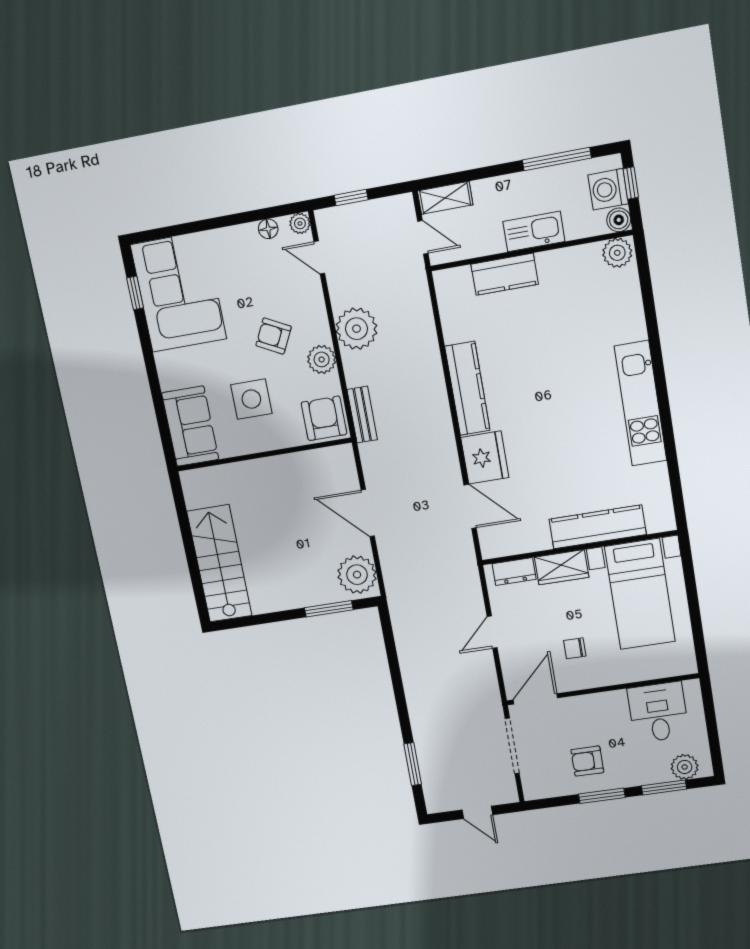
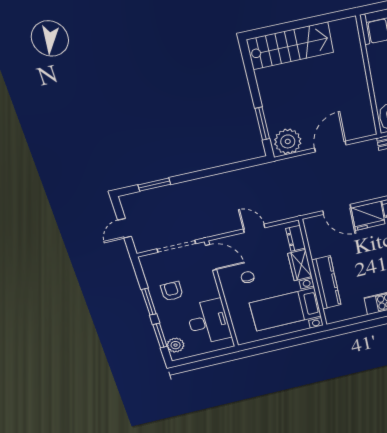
door: (470, 506) -> (337, 209), hinge flipped
desk: (658, 712) -> (208, 322), width x1.37

